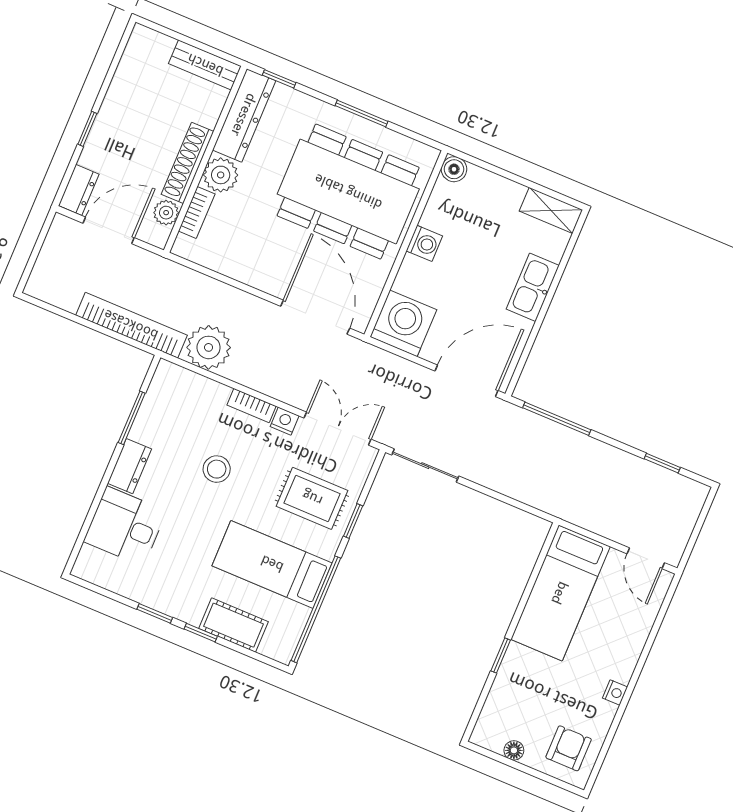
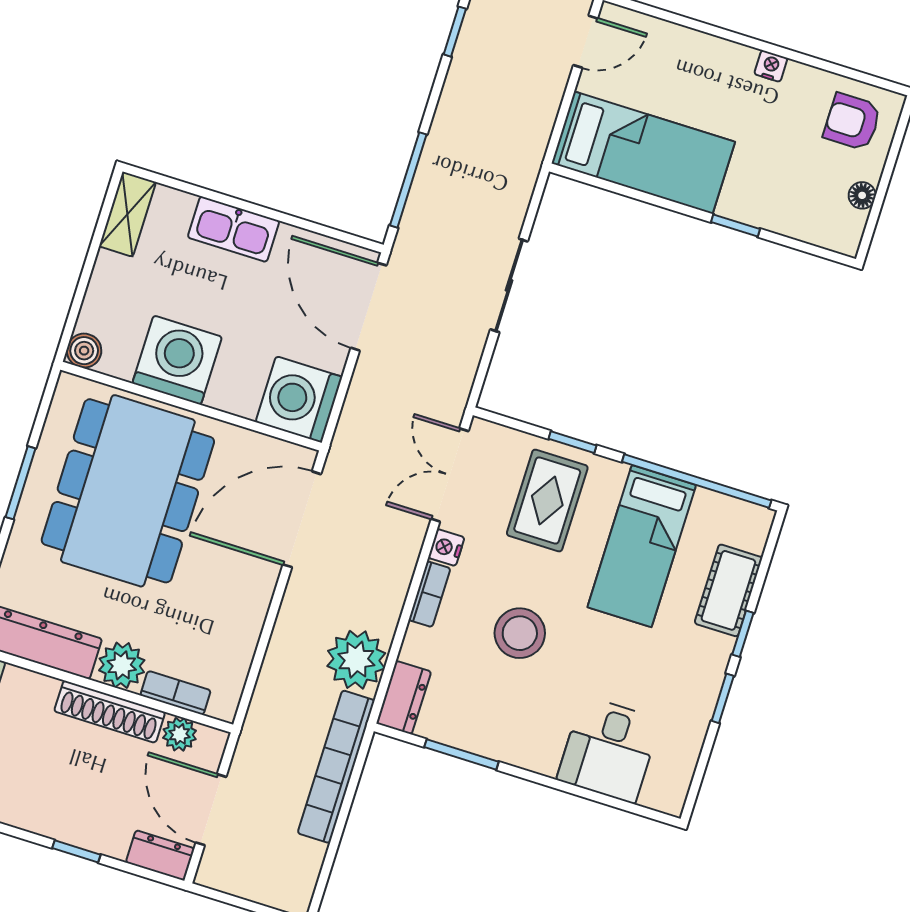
washing machine: (424, 243) -> (177, 360), width x1.89, depth x1.89
dresser: (129, 466) -> (404, 698), moved, turned 90
sliding door: (425, 466) -> (509, 285), moved
stool: (217, 469) -> (520, 633), width x1.38, depth x1.38

